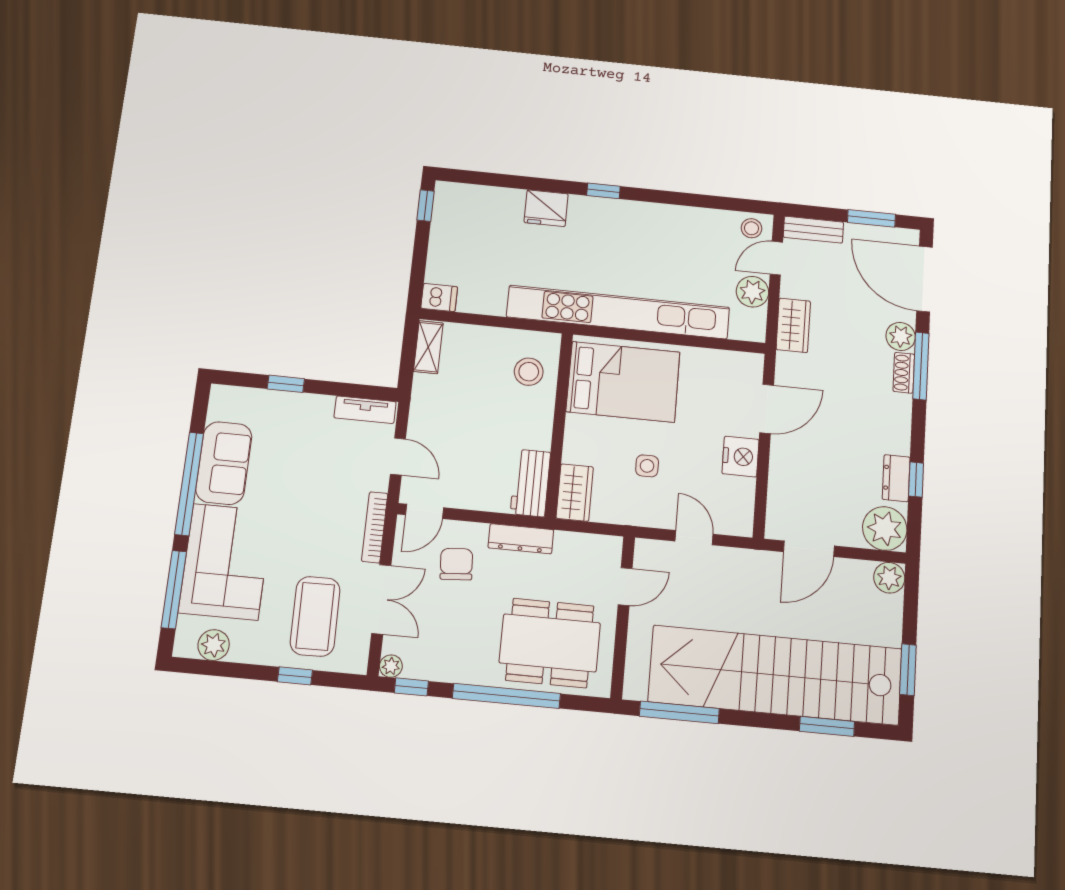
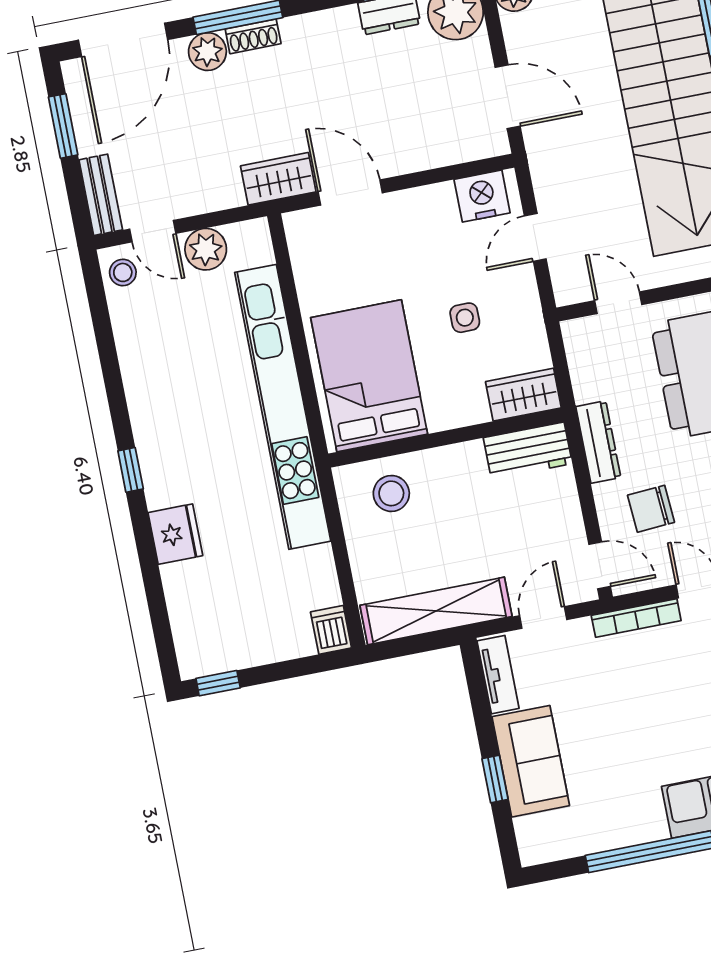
wardrobe: (793, 325) -> (278, 179), moved
shelving: (428, 347) -> (436, 611), width x2.20, depth x1.33
nightstand: (741, 457) -> (482, 196), moved
sofa: (224, 463) -> (531, 761), moved, turned 90

